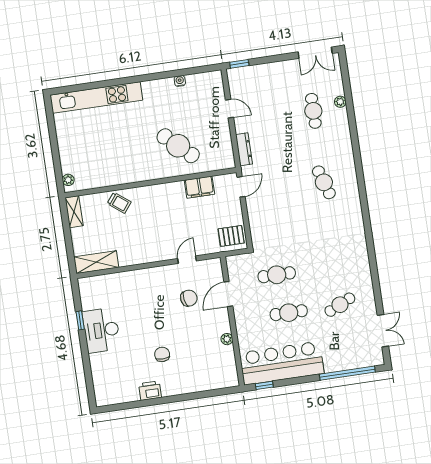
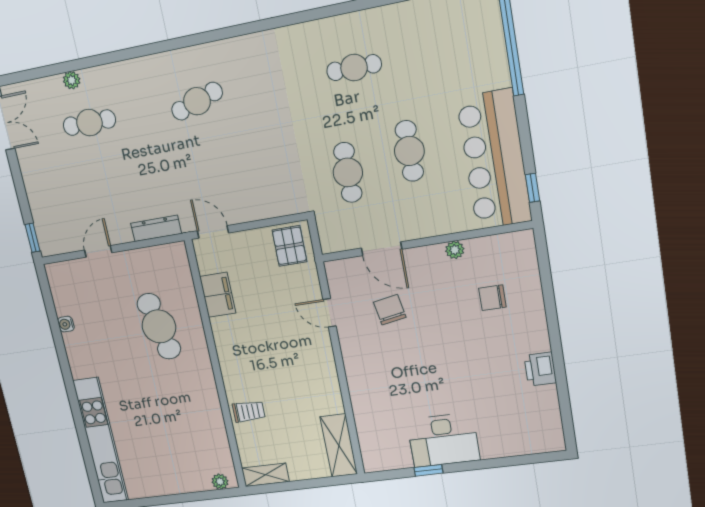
cafe table: (178, 146) -> (159, 326), turned -55
trolley: (119, 203) -> (249, 411), turned 52
cafe table: (340, 305) -> (354, 68), moved, turned -65
chair: (162, 354) -> (492, 298), moved

